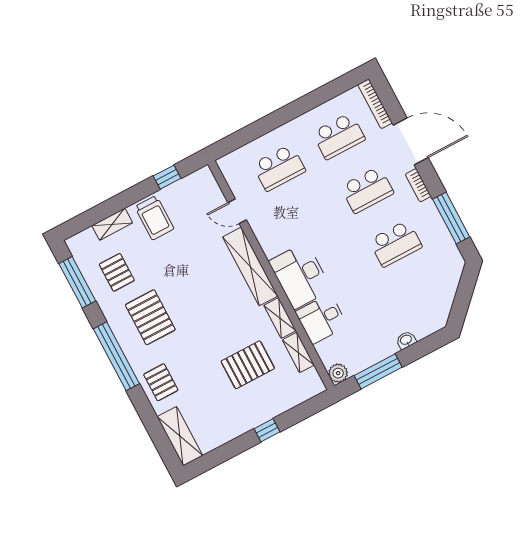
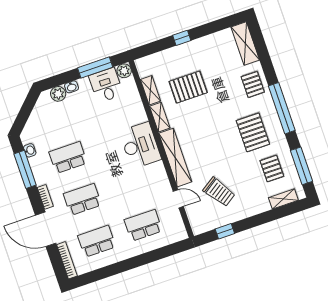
trolley: (154, 218) -> (219, 192), moved, turned 146
shelving: (112, 224) -> (283, 199), moved
washbasin: (449, 245) -> (30, 150), added
desk: (321, 319) -> (106, 85), moved, turned -90
plant: (423, 328) -> (58, 94), added

